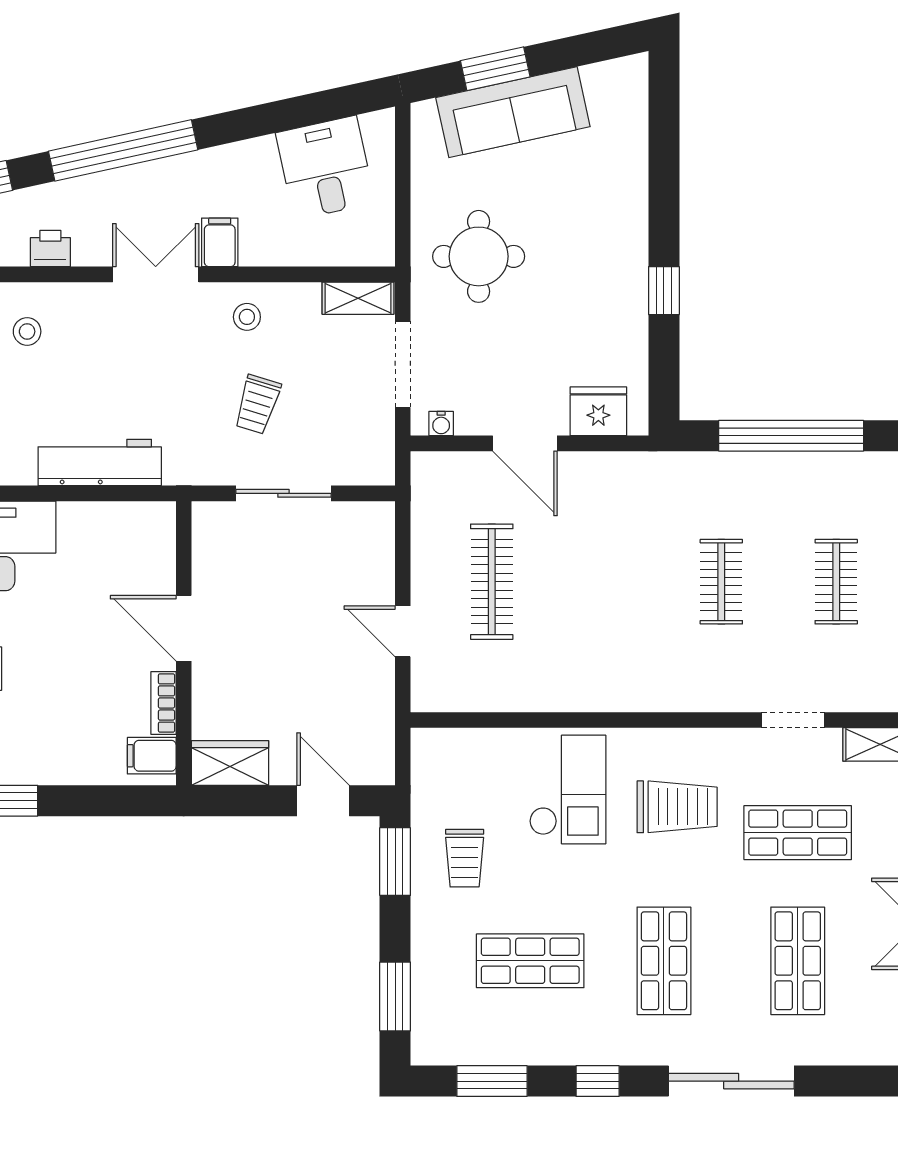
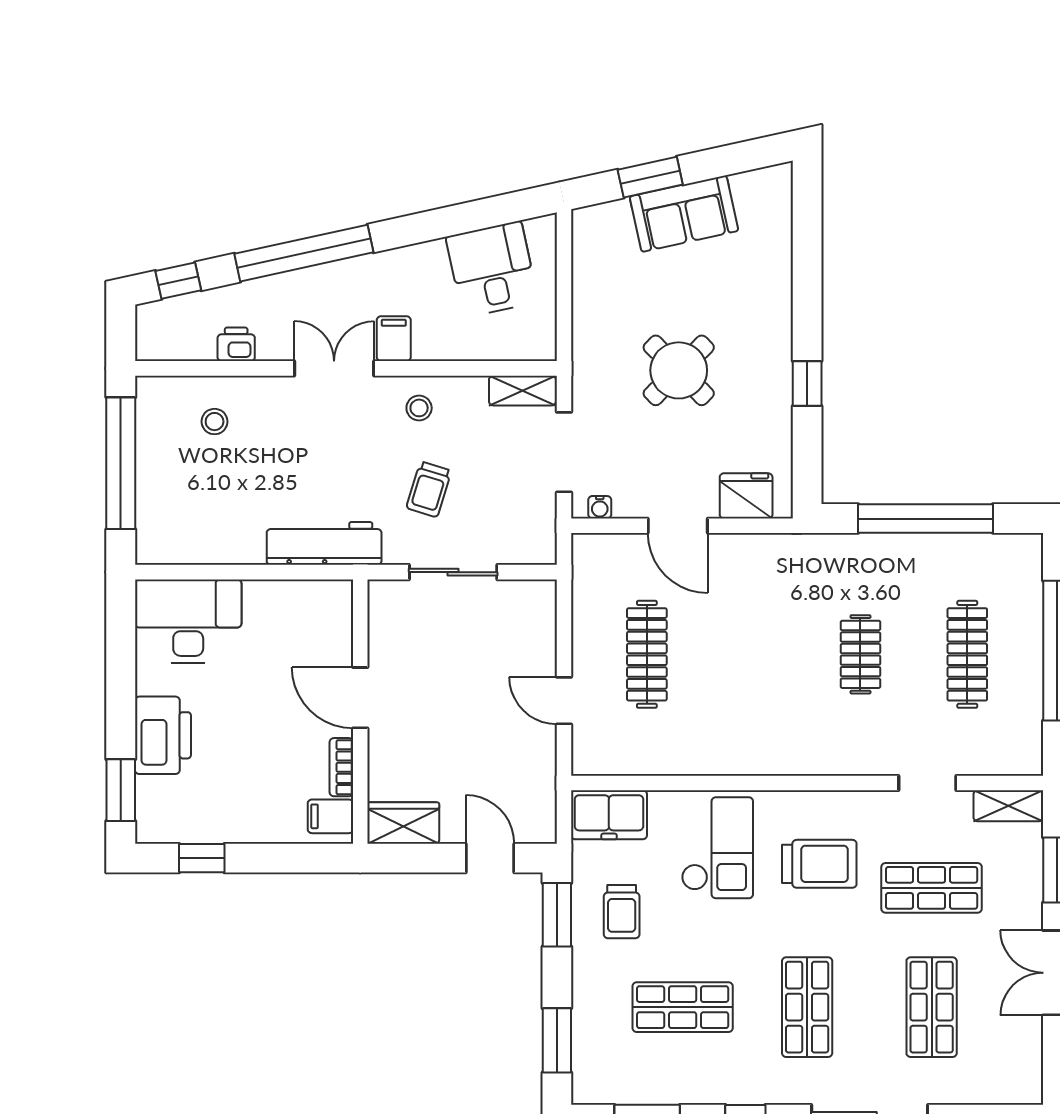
sofa: (513, 112) -> (684, 214), width x0.73
round table: (479, 256) -> (679, 370), moved, turned 45
workbench: (100, 462) -> (324, 543), moved
clothes rail: (836, 582) -> (967, 654), width x1.36
freezer: (451, 754) -> (609, 815), added

